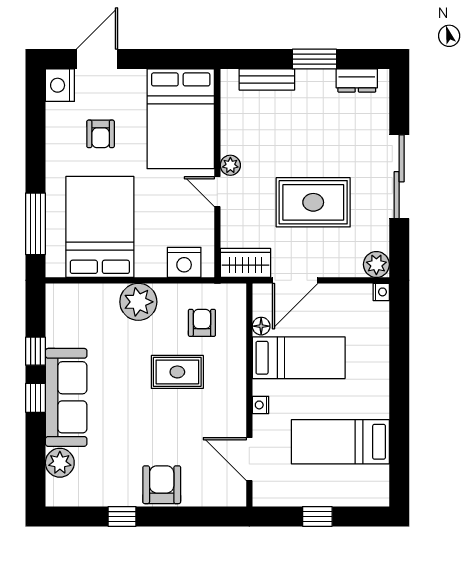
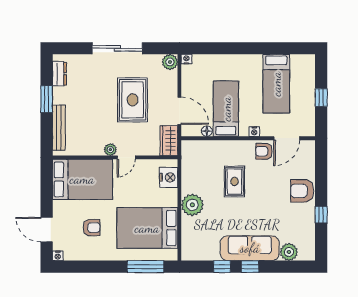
bench: (267, 80) -> (59, 128), width x1.36
nightstand: (60, 85) -> (58, 256), width x0.53, depth x0.56
armchair: (202, 323) -> (264, 151), moved

